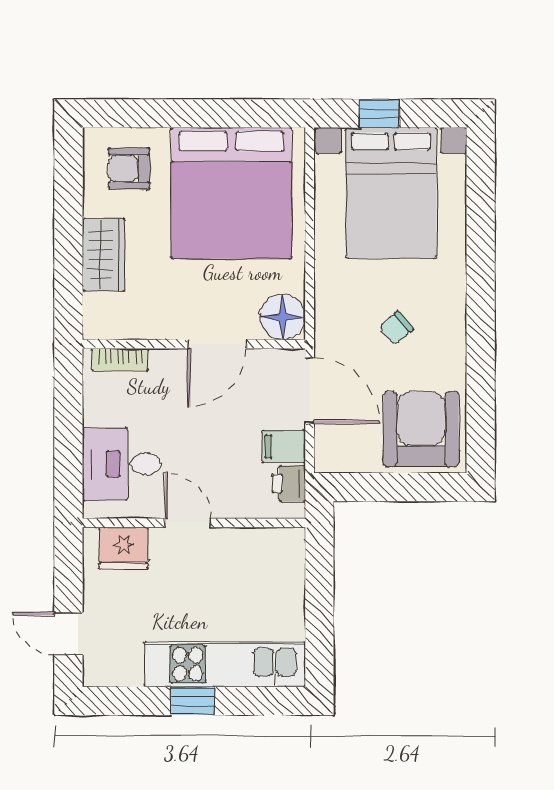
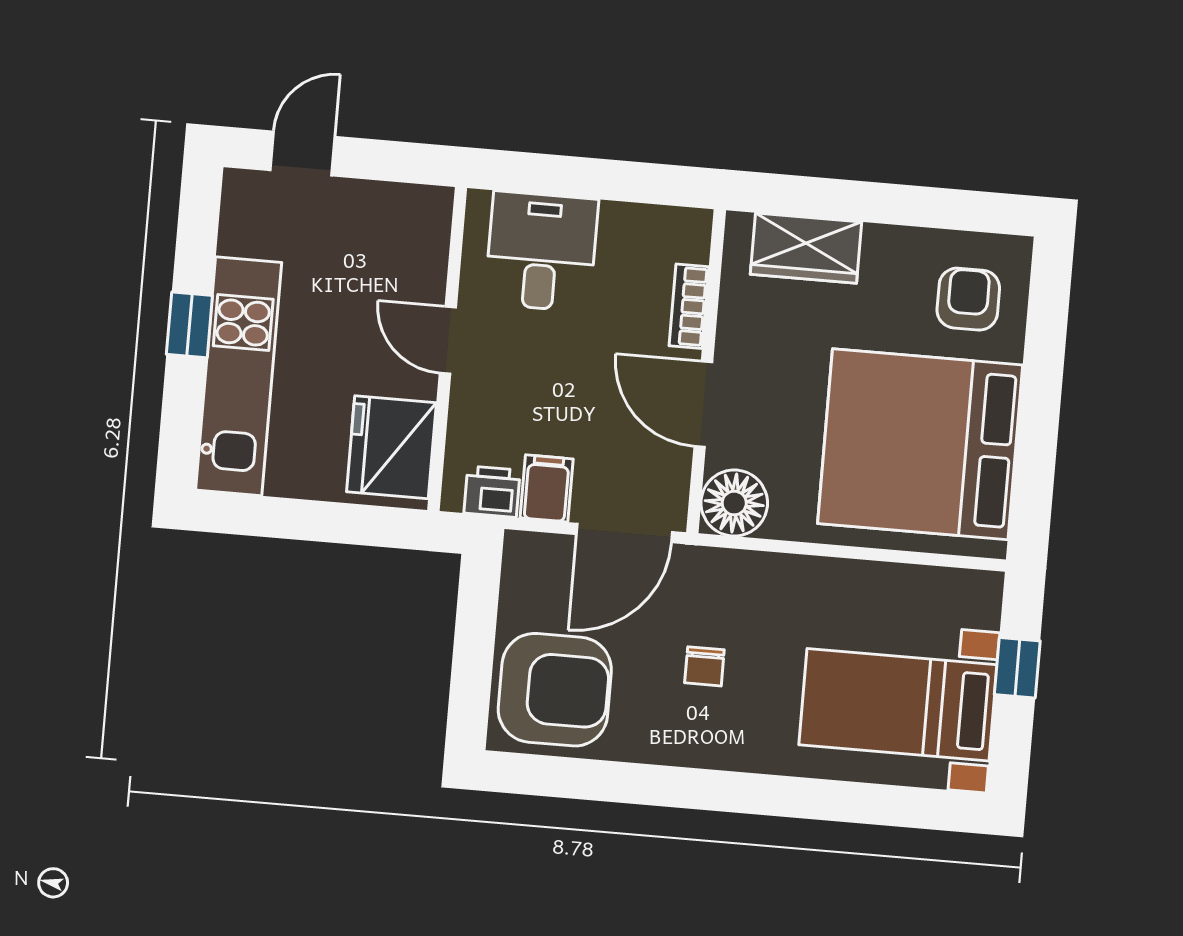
bed with nightstands: (391, 193) -> (898, 705), width x0.73
wardrobe: (104, 255) -> (806, 248), moved
chair: (396, 328) -> (704, 666), turned -140
bookcase: (120, 360) -> (689, 306), moved
door: (188, 523) -> (448, 340), swing flipped
fridge: (124, 548) -> (392, 447), moved, width x1.36, depth x1.34

